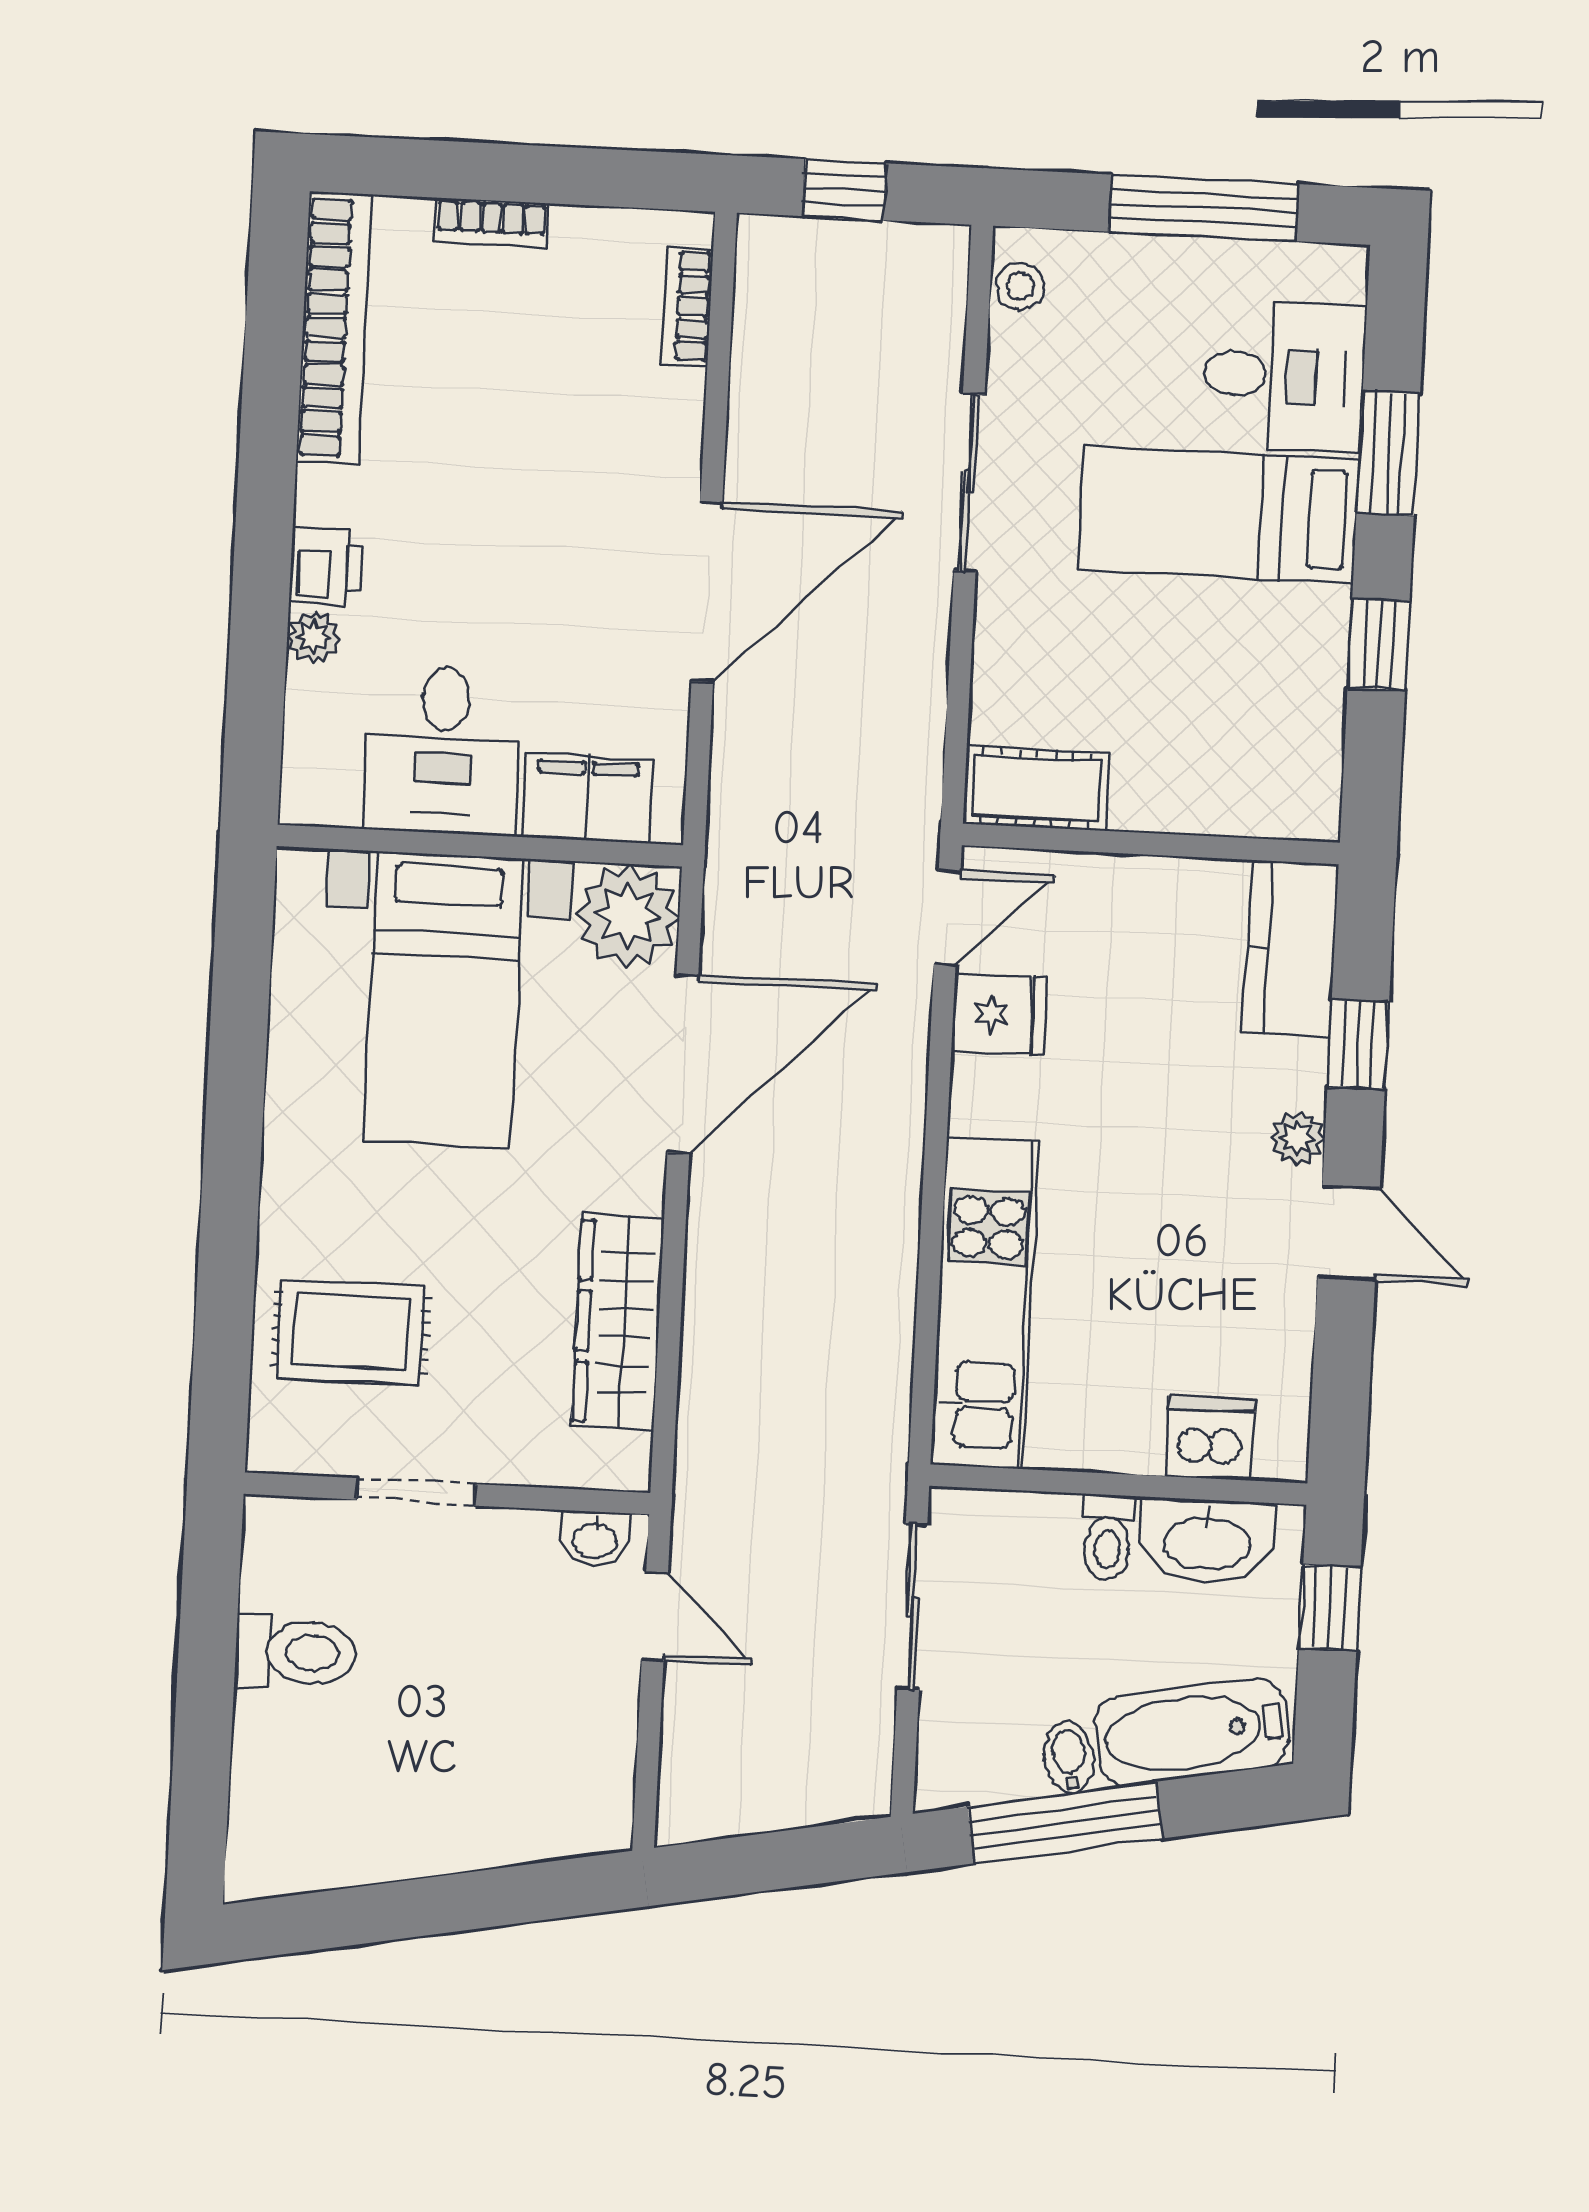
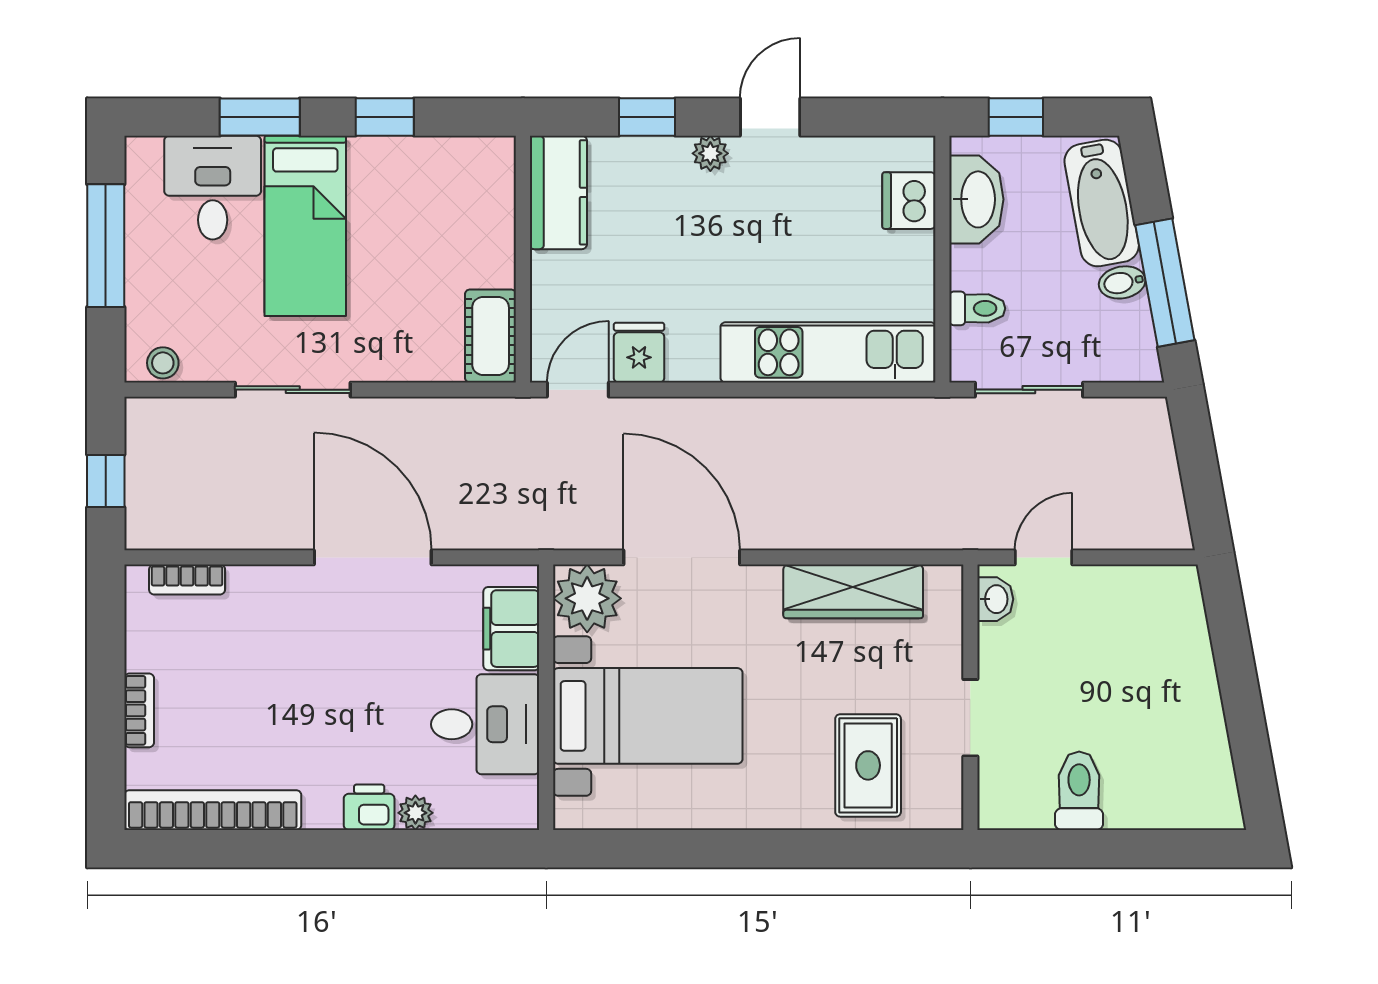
door: (947, 918) -> (578, 390), hinge flipped
kitchen counter: (1291, 949) -> (558, 192), moved, turned -90
toilet: (1108, 1537) -> (977, 308), moved

